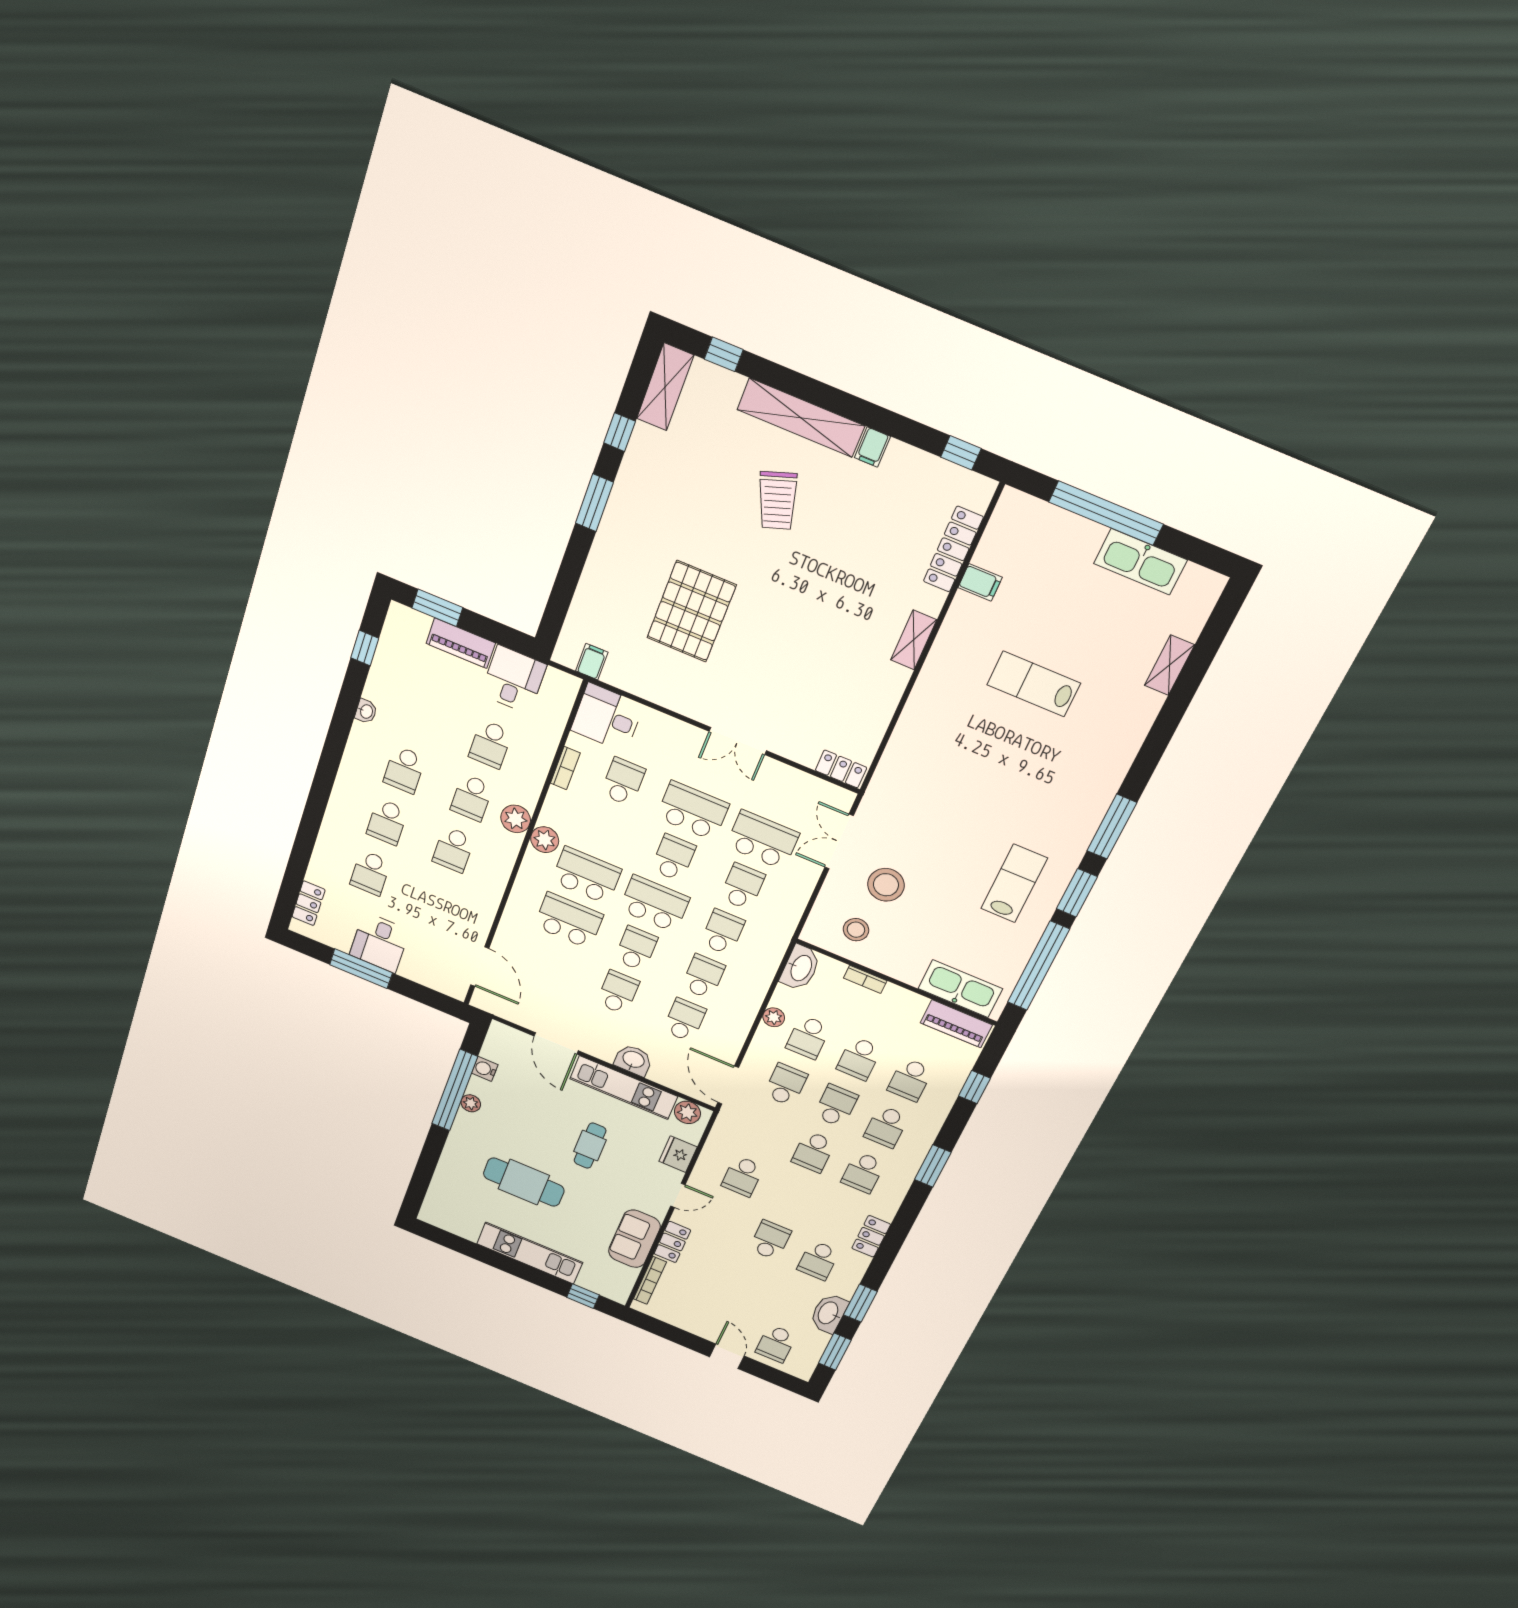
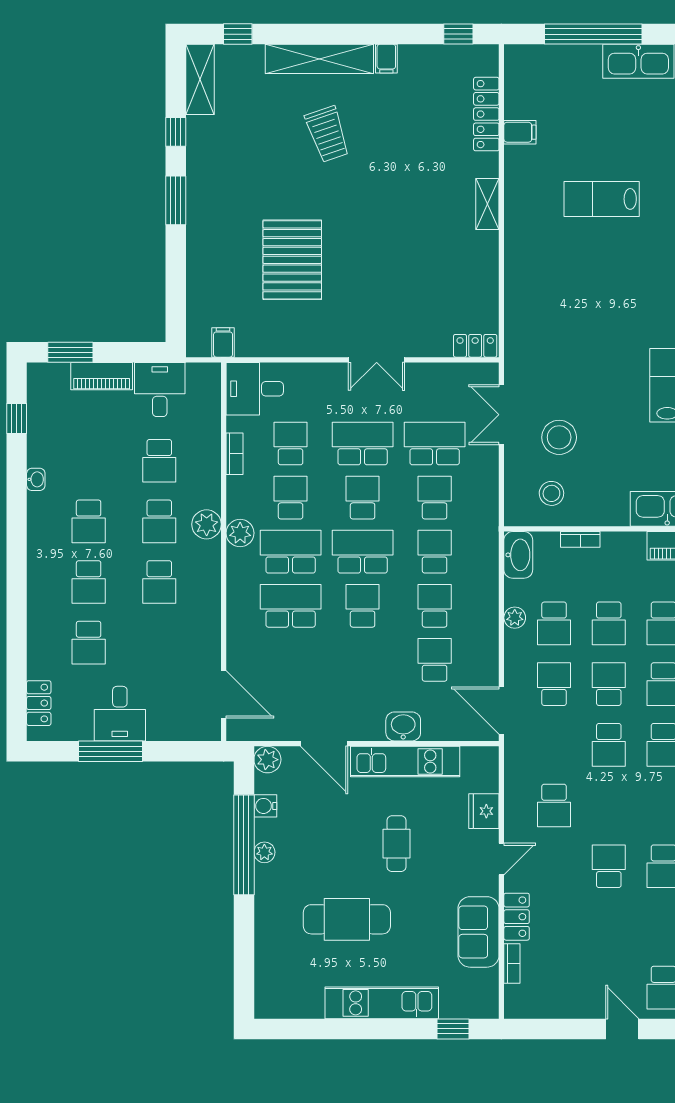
school desk: (618, 992) -> (291, 498), moved
plant: (687, 1112) -> (267, 760), moved
bookcase: (650, 1280) -> (512, 964), width x0.64

